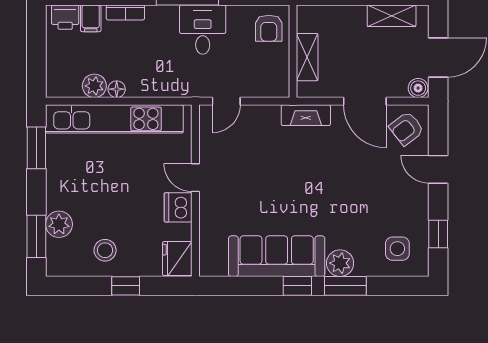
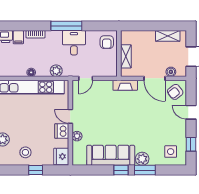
plant: (94, 86) -> (56, 71), moved
boiler: (418, 88) -> (171, 72), moved
plant: (209, 217) -> (77, 136), added

